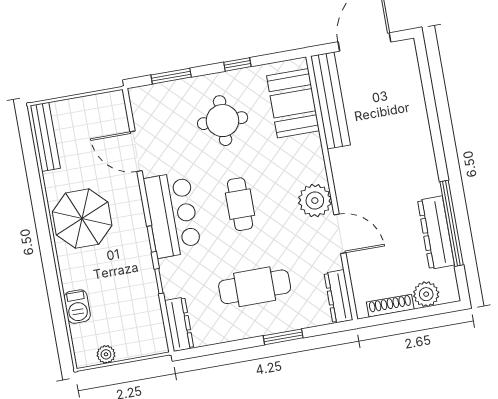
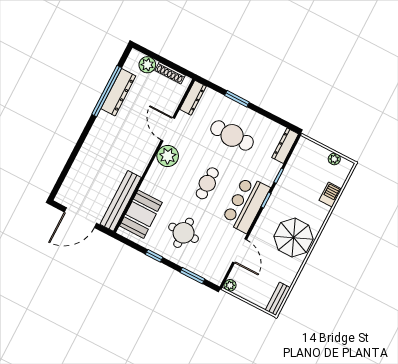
plant: (115, 100) -> (230, 285), added
bench: (45, 137) -> (278, 299), width x0.73

